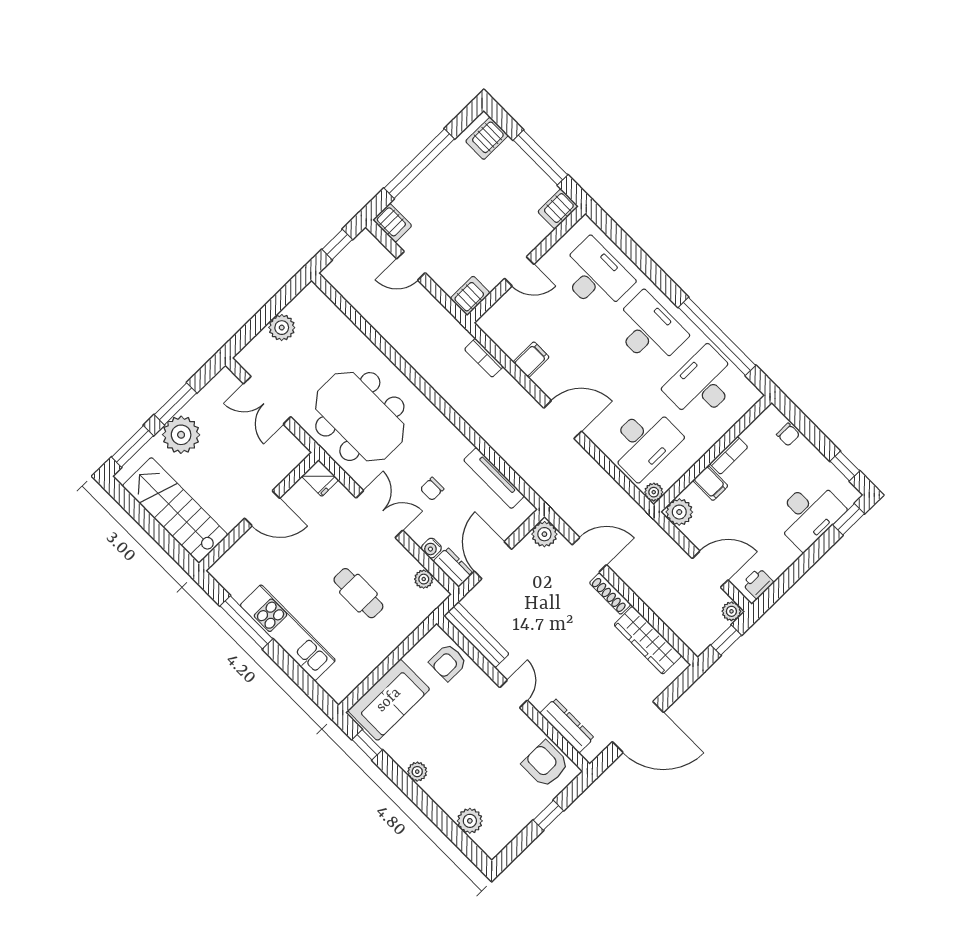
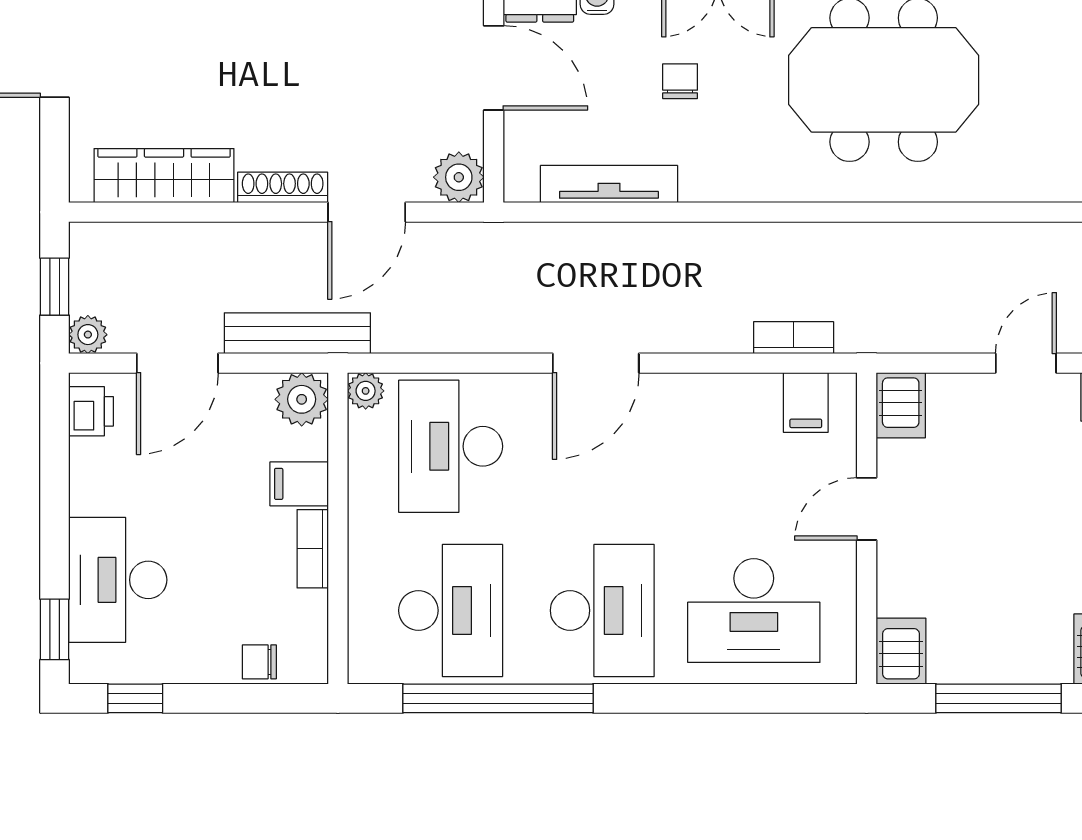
desk: (649, 330) -> (602, 610), turned -90
filing cabinet: (531, 360) -> (806, 402), moved
bench: (657, 537) -> (297, 333), added

